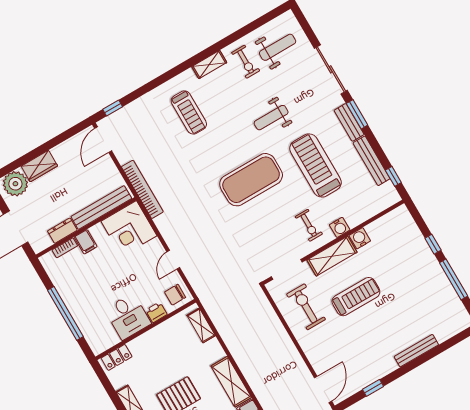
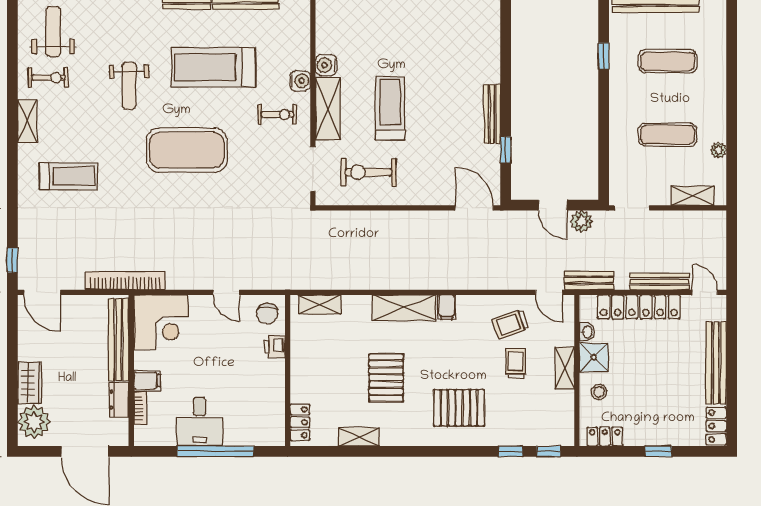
exercise mat: (251, 180) -> (187, 150), turned 90
desk: (128, 316) -> (200, 422), moved, turned 90
bench: (416, 351) -> (492, 114), moved

